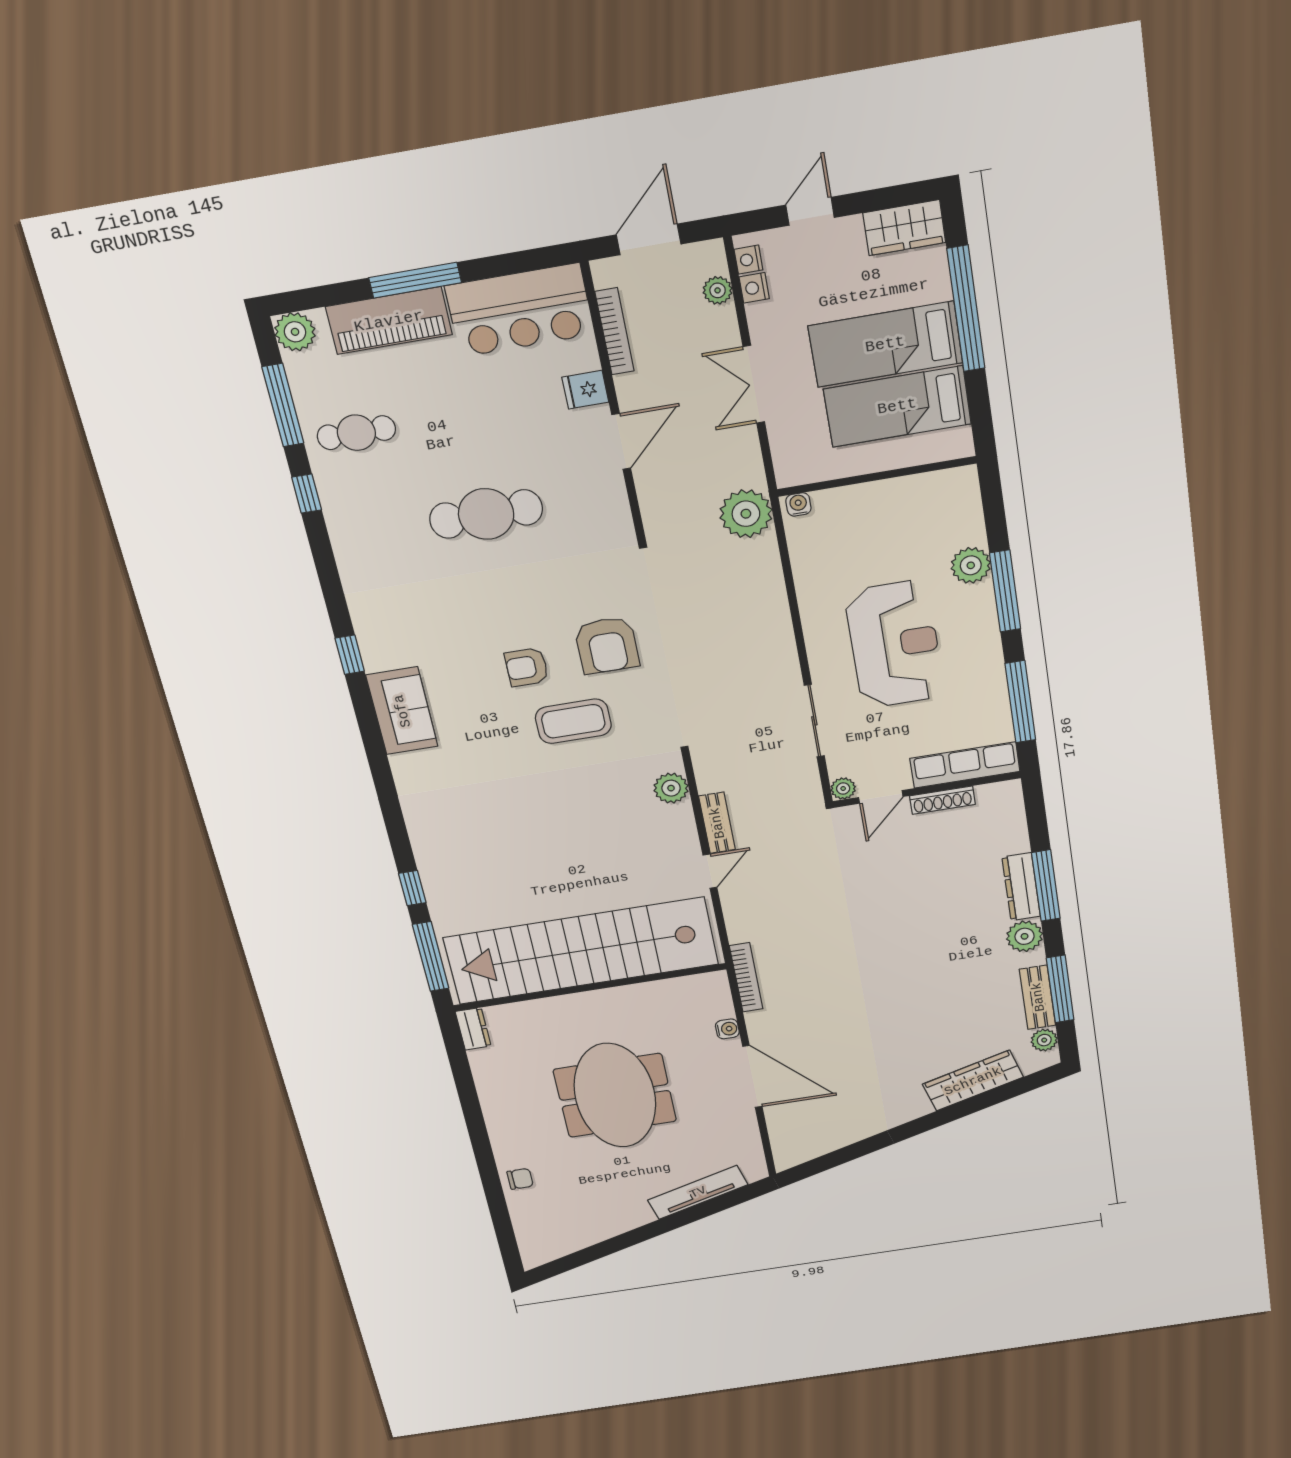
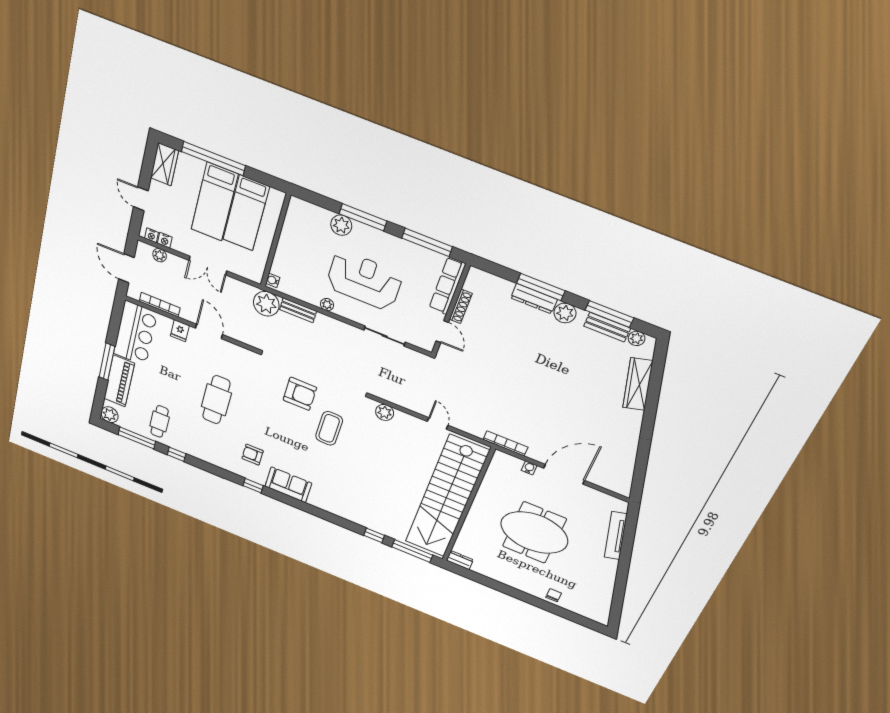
armchair: (527, 667) -> (253, 455), moved, turned 90
plant: (843, 788) -> (327, 305), moved
bench: (717, 823) -> (298, 310), moved

